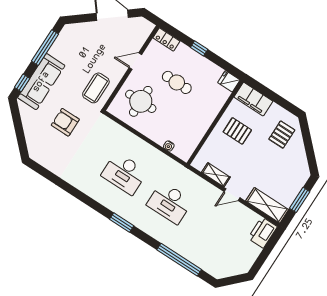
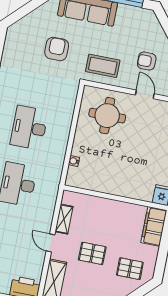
armchair: (107, 48) -> (147, 61), added
cafe table: (177, 82) -> (140, 144), removed
pallet: (237, 131) -> (92, 253), moved, turned 90

